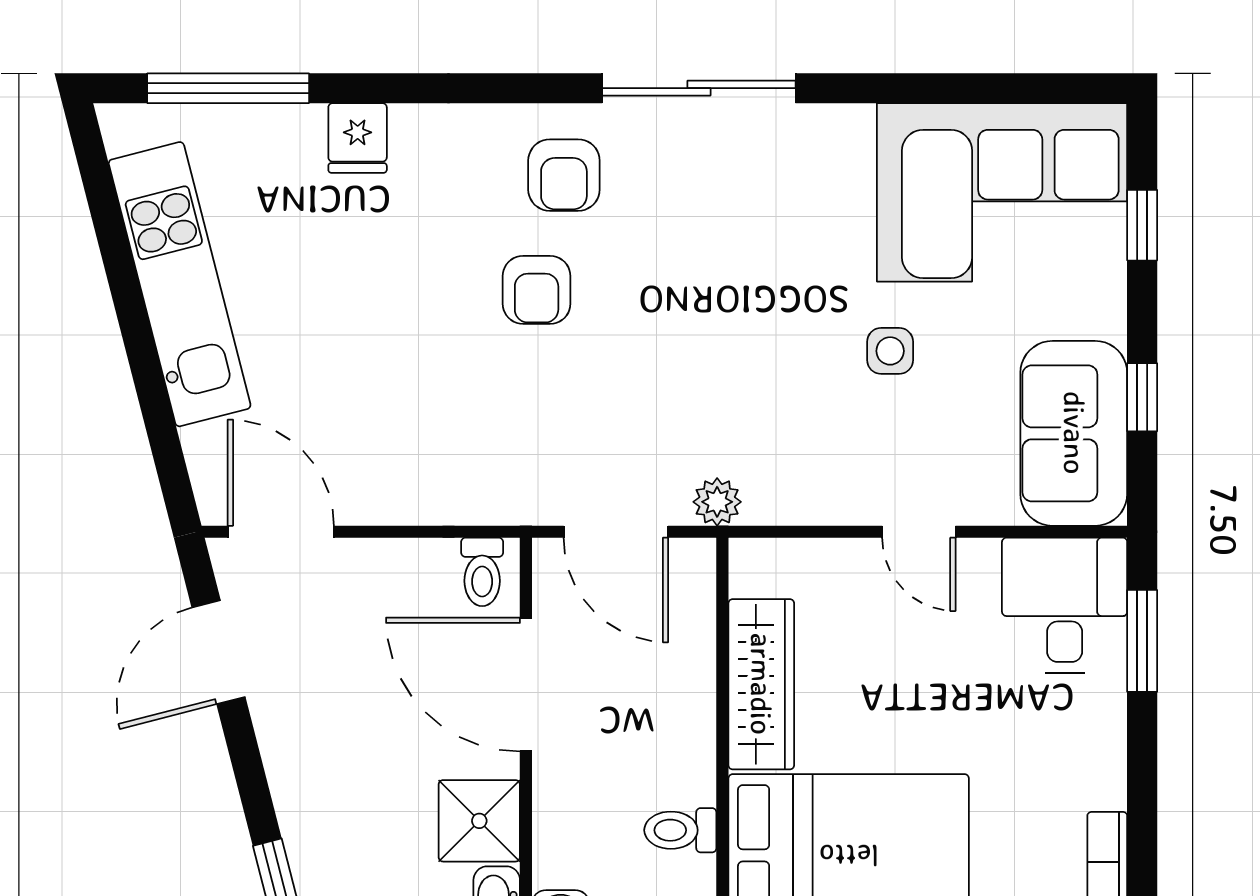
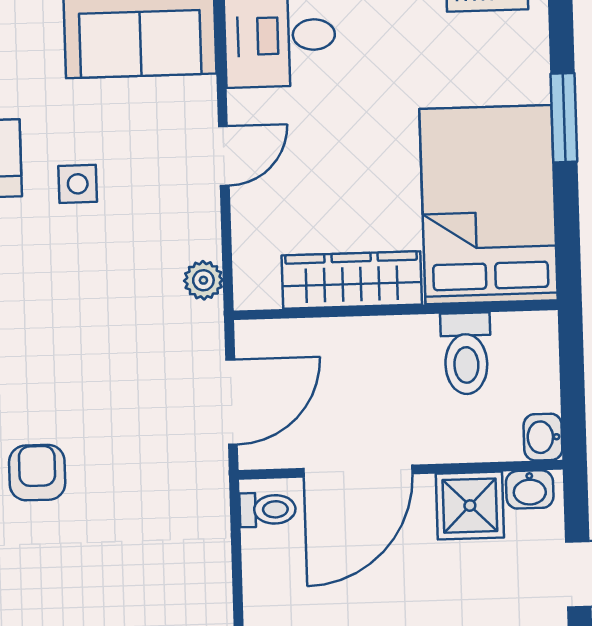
armchair: (537, 290) -> (37, 473), turned -90
plant: (717, 502) -> (203, 280), moved
toilet: (680, 830) -> (466, 354), width x1.37, depth x1.39

